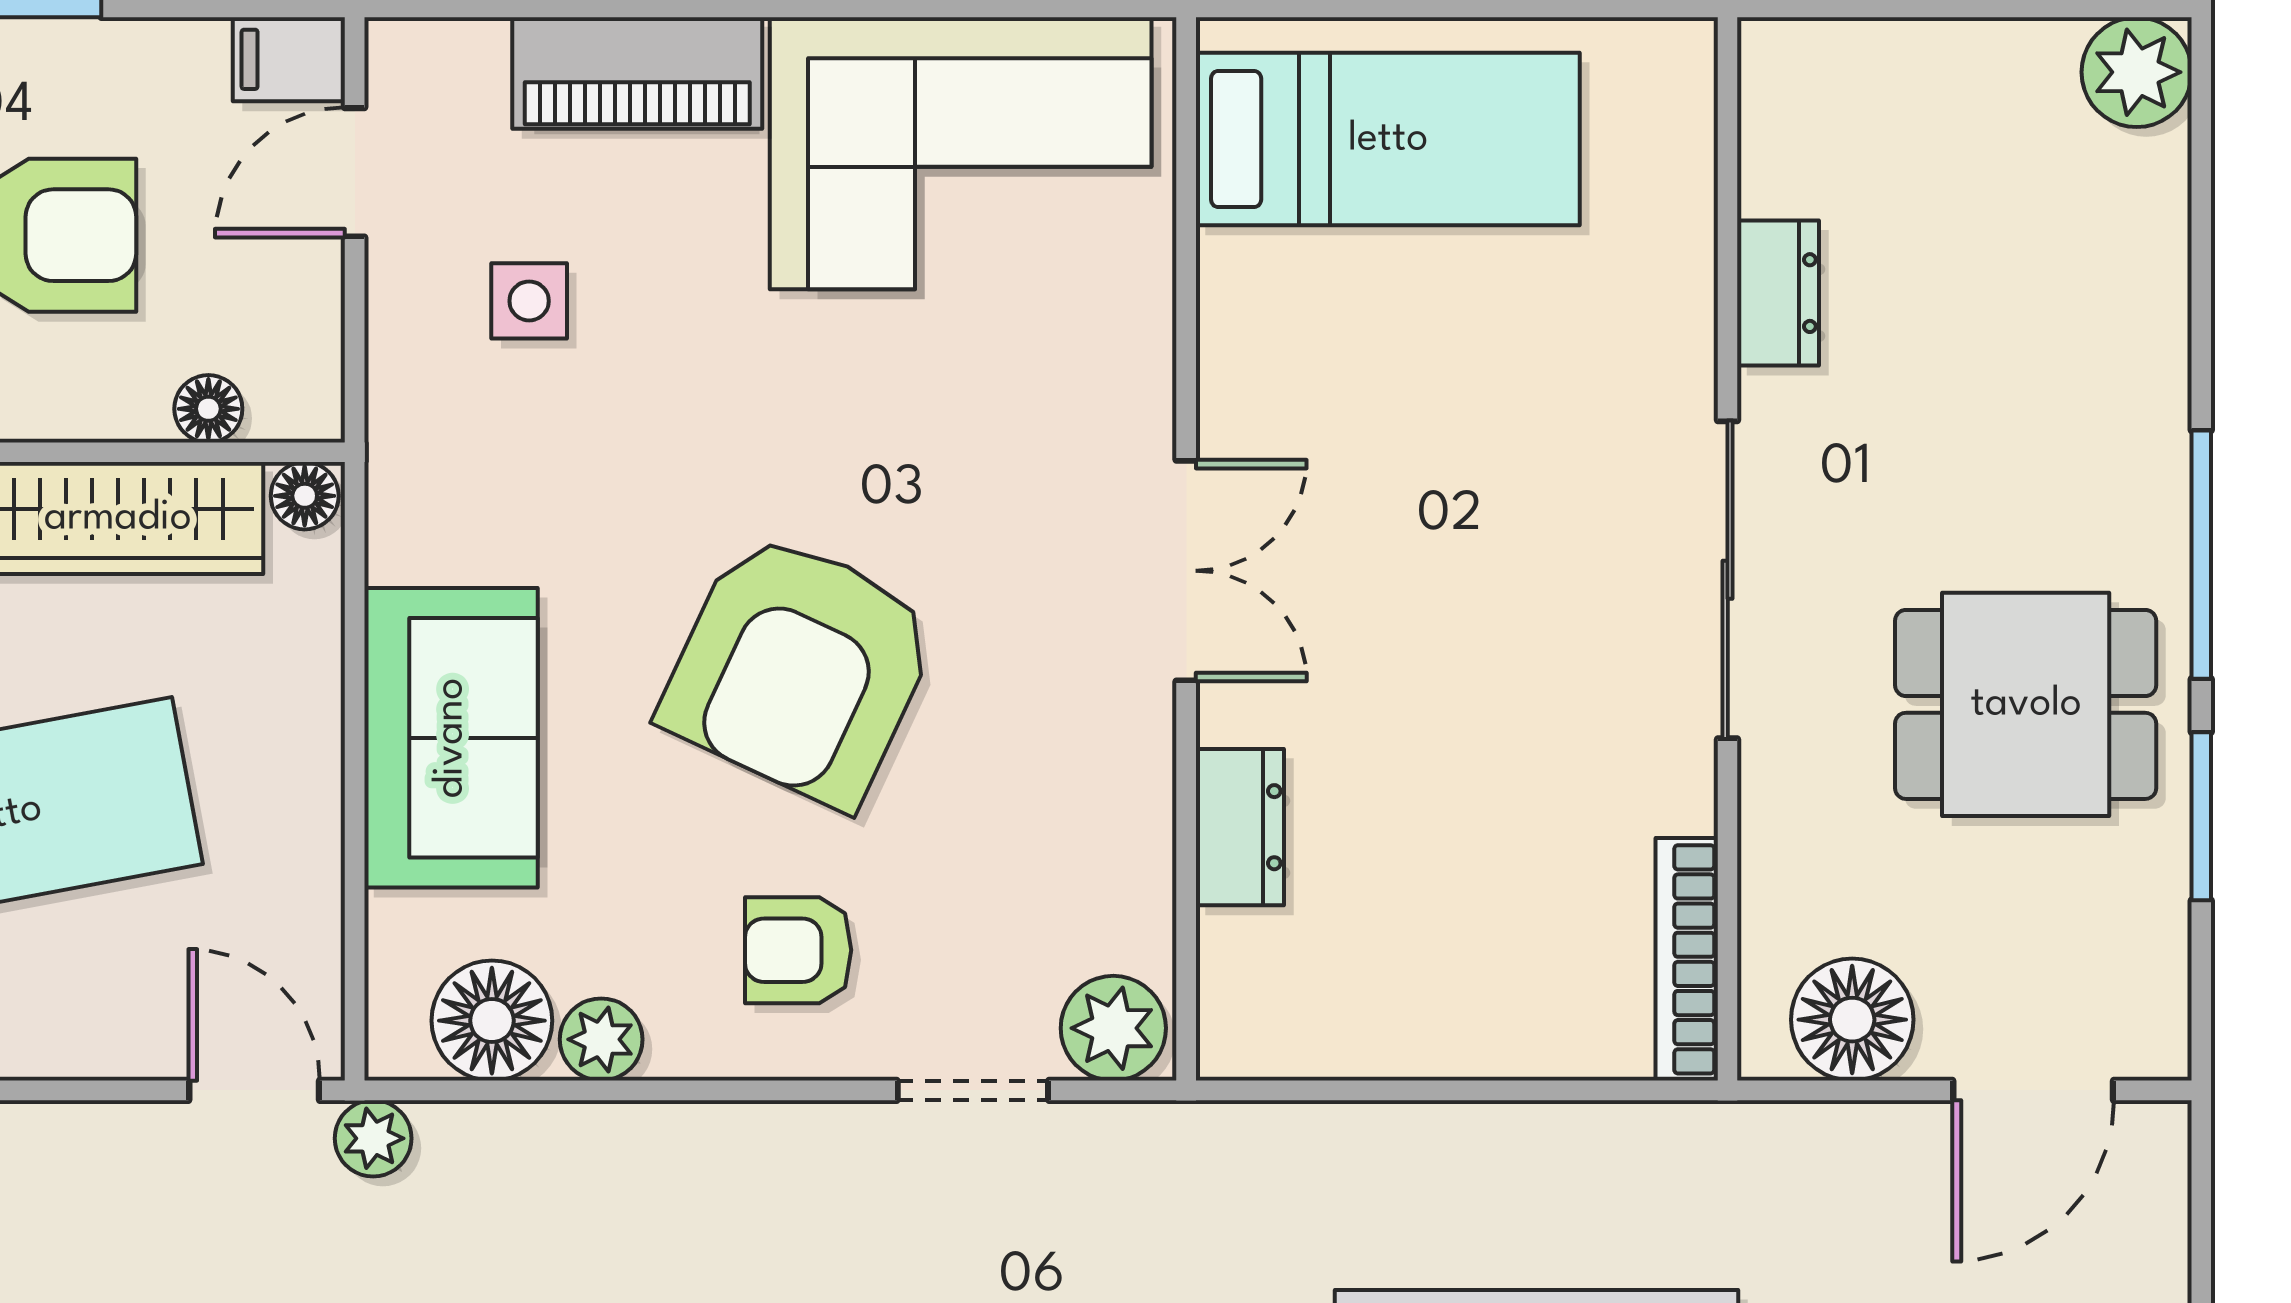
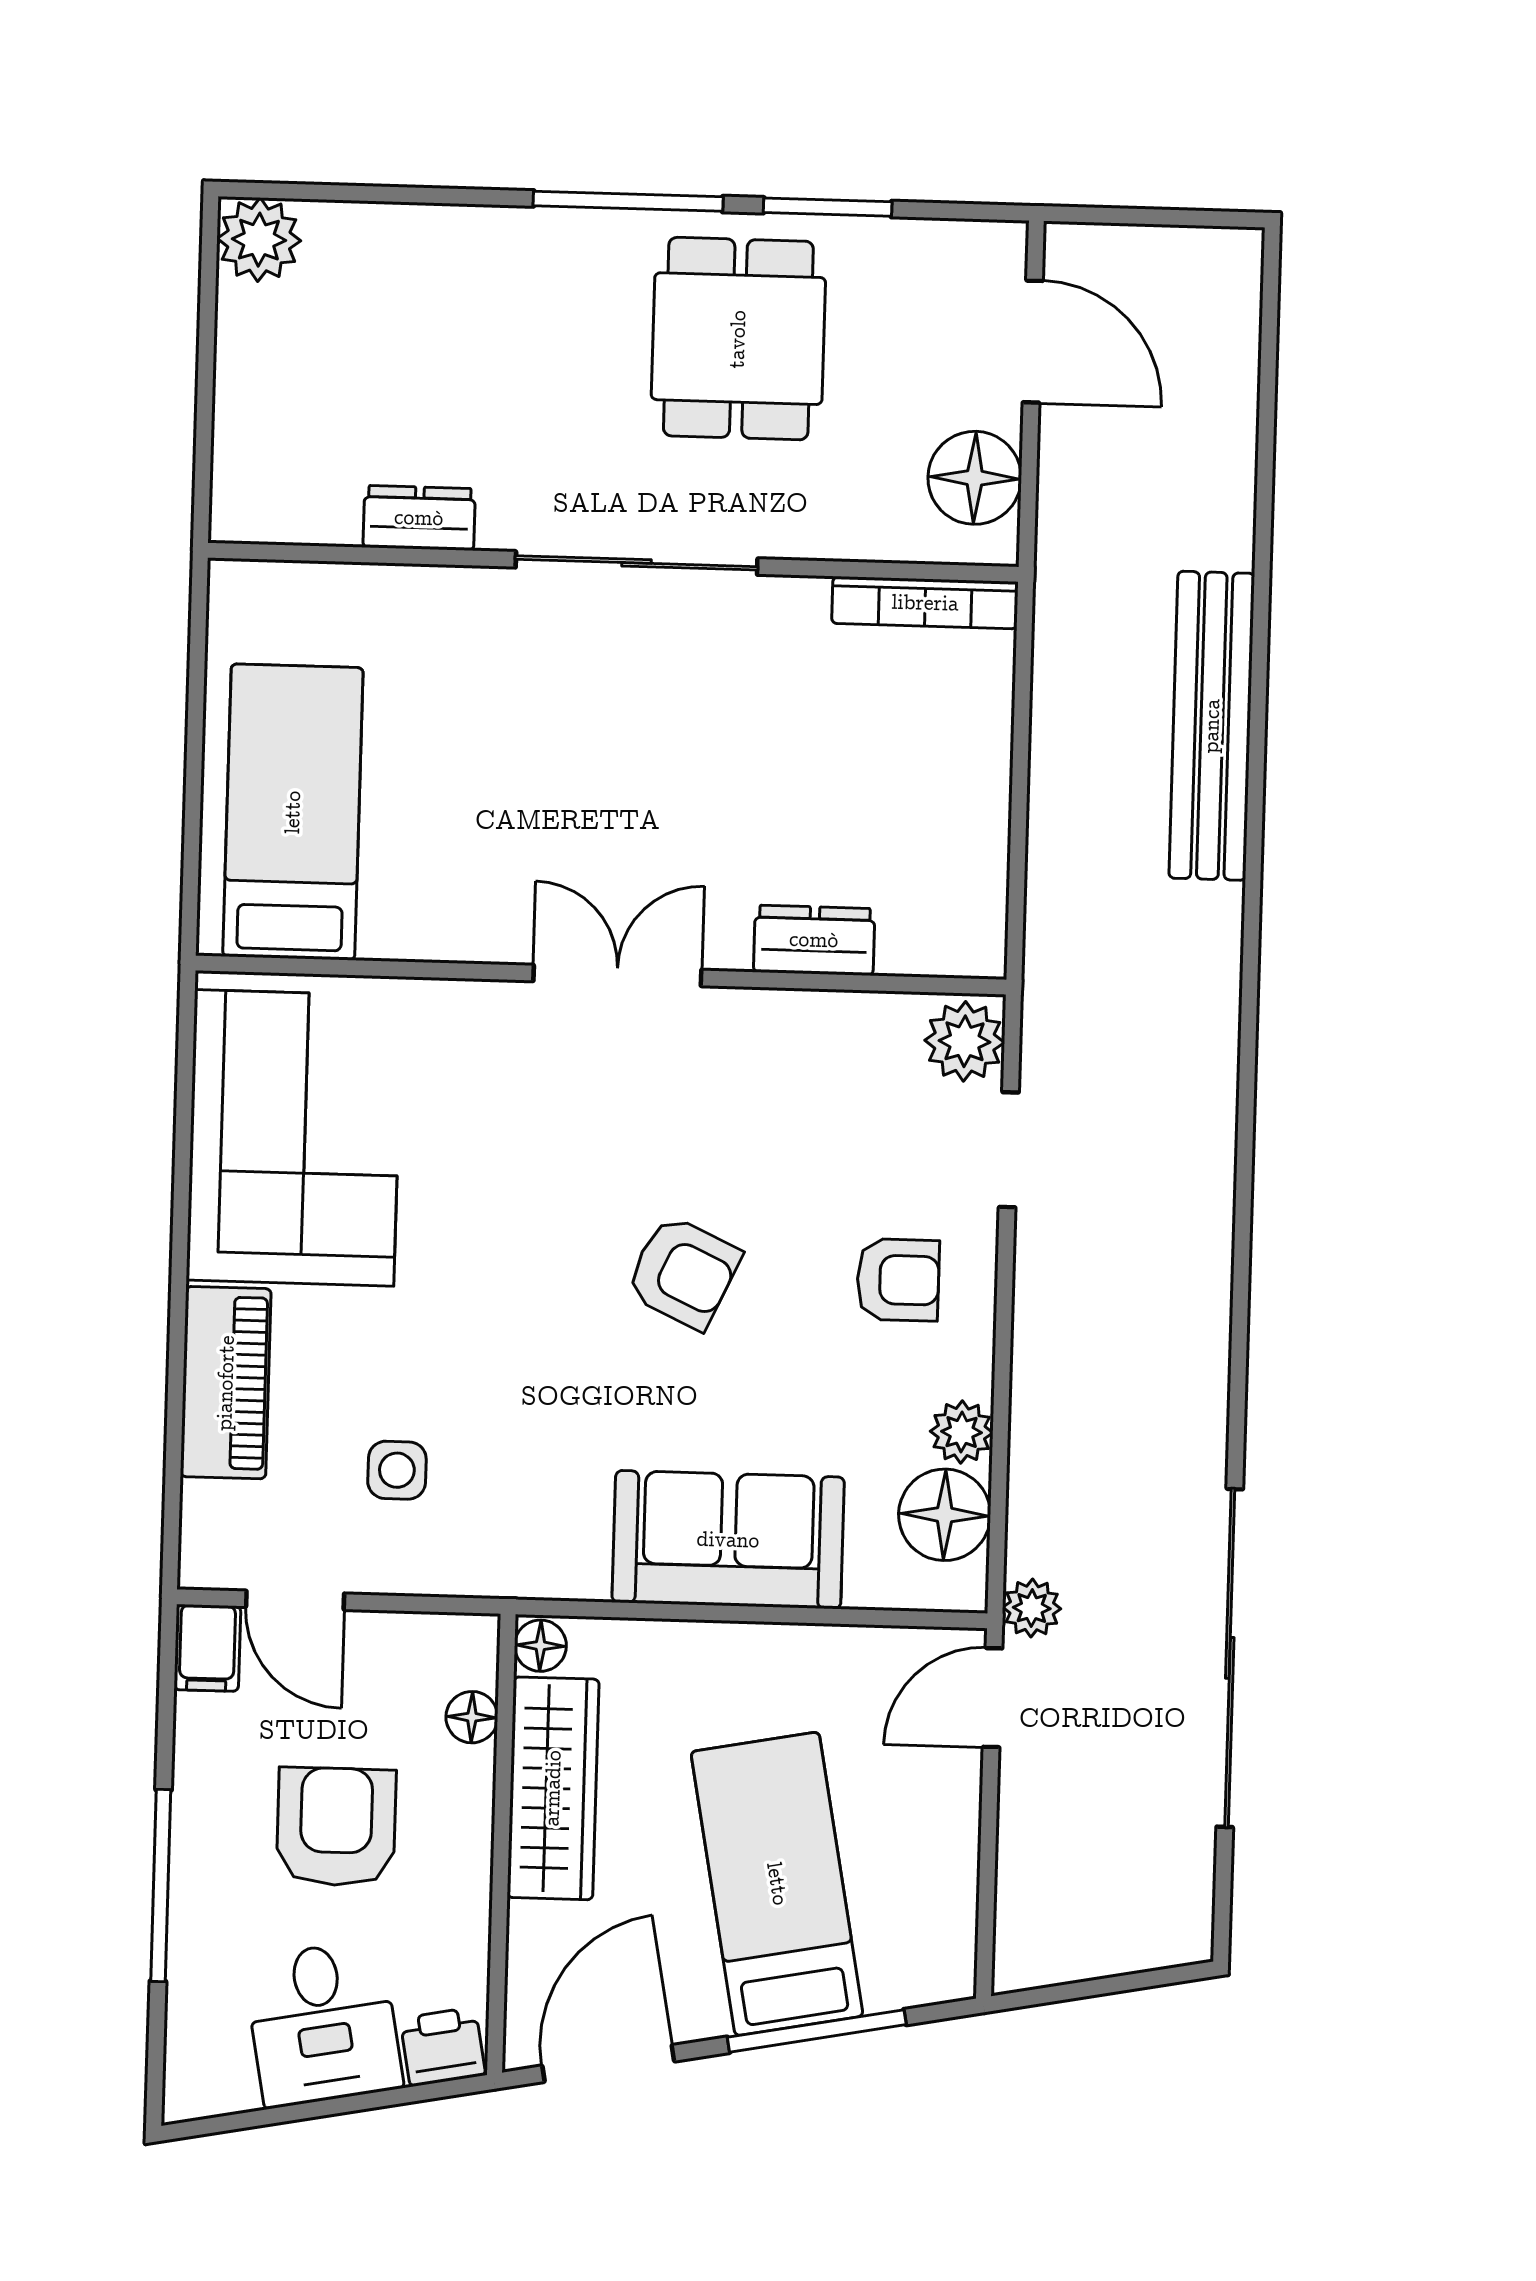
armchair: (800, 668) -> (683, 1272), width x0.53, depth x0.53
armchair: (798, 950) -> (898, 1280), turned -90

